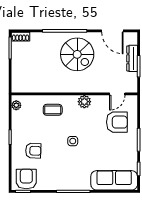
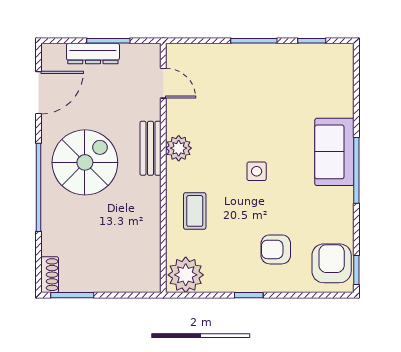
bench: (84, 87) -> (150, 148), added
plant: (16, 105) -> (186, 275), width x1.87, depth x1.87
armchair: (117, 122) -> (219, 84), removed
armchair: (33, 151) -> (276, 249), turned -92
armchair: (26, 179) -> (332, 263), turned 90
sofa: (114, 180) -> (334, 152), moved, width x0.73

